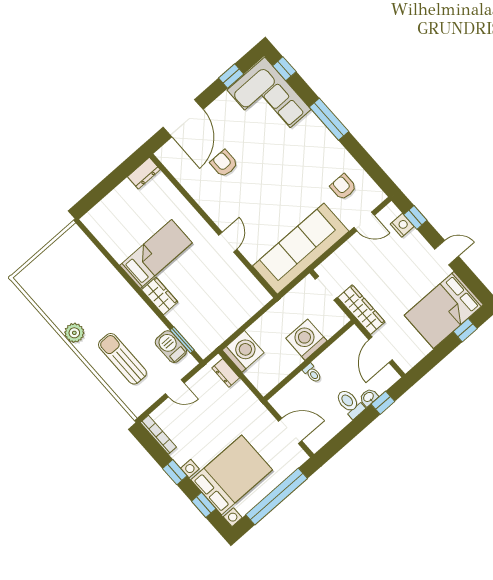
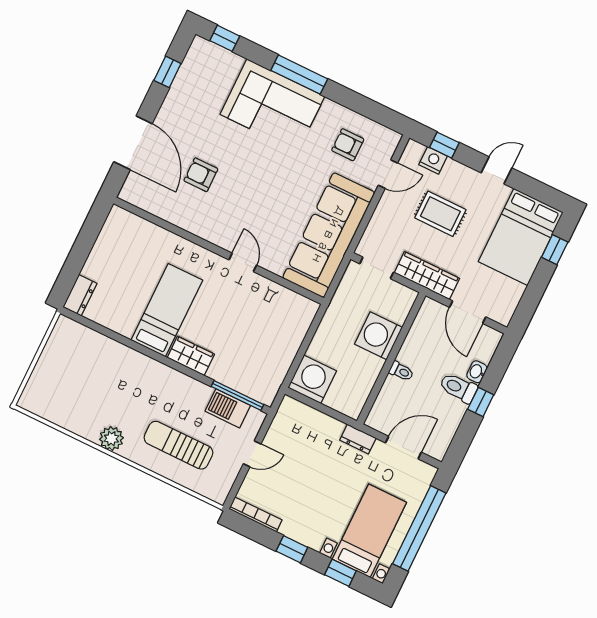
corner sofa: (269, 100) -> (272, 105), moved
dresser: (144, 173) -> (80, 295), moved
rug: (391, 268) -> (440, 214), added
window: (182, 340) -> (237, 395), width x1.44
dresser: (226, 373) -> (358, 439), moved
window: (383, 403) -> (481, 402), moved
bed with nightstands: (232, 475) -> (369, 531), width x0.73

